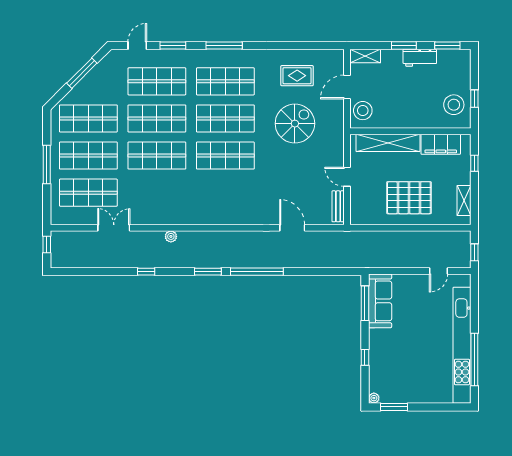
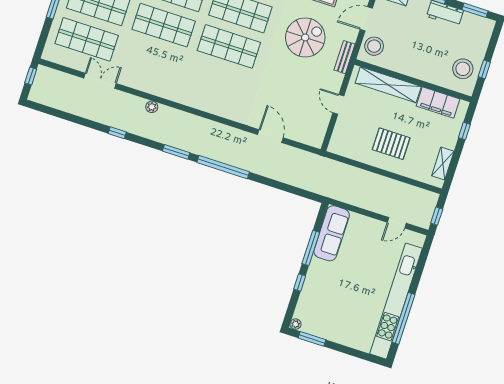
pallet: (409, 198) -> (391, 144), width x0.73, depth x0.71
bench: (338, 206) -> (344, 57), moved
window: (365, 303) -> (311, 248), moved

